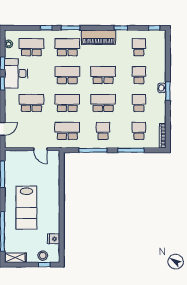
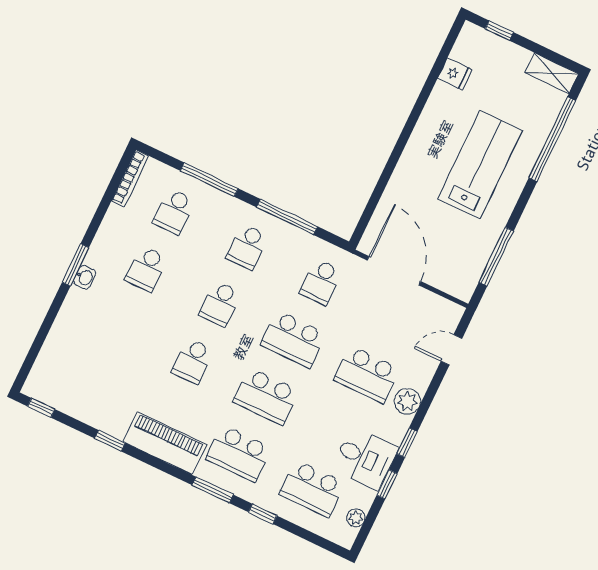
school desk: (139, 47) -> (92, 383), removed
desk: (16, 73) -> (365, 458), width x0.73
school desk: (103, 75) -> (193, 361), width x0.54
school desk: (139, 75) -> (119, 326), removed
plant: (10, 100) -> (407, 401), added
school desk: (103, 103) -> (220, 304), width x0.54
school desk: (67, 131) -> (321, 282), width x0.54
door: (40, 149) -> (394, 271), width x1.88
stool: (43, 256) -> (493, 50), removed

